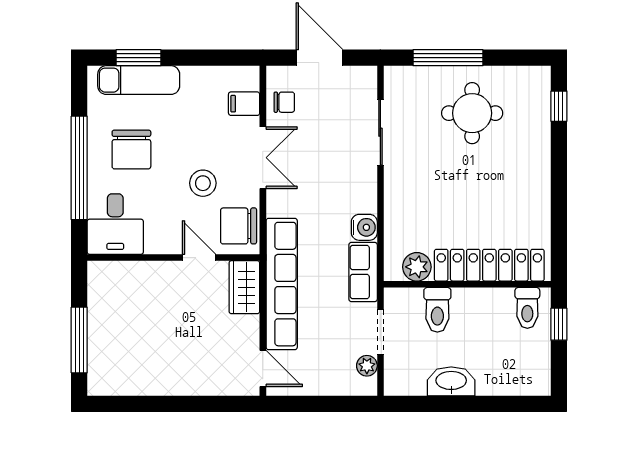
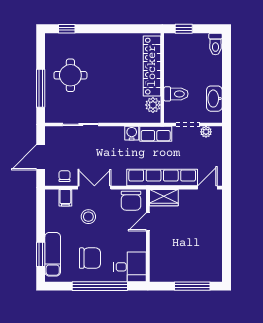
stool: (203, 183) -> (88, 217), moved
toilet: (527, 308) -> (215, 44), moved, turned 90
washbasin: (451, 381) -> (214, 99), moved

